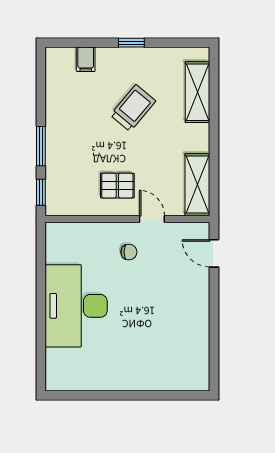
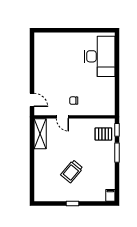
filing cabinet: (86, 59) -> (110, 195), moved
shelving: (198, 92) -> (40, 179), removed
pallet: (117, 186) -> (103, 134), moved
desk: (76, 306) -> (100, 56), moved

